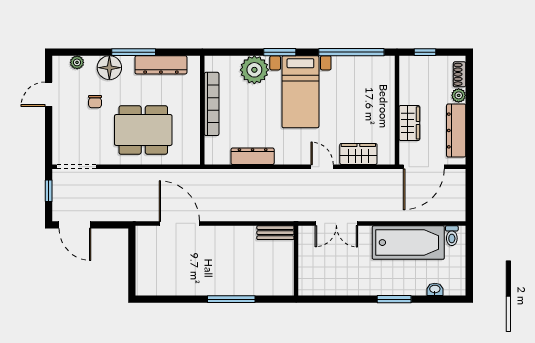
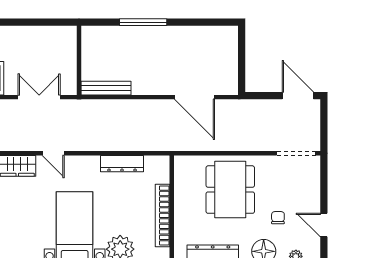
door: (49, 94) -> (324, 225), swing flipped
dining table: (143, 130) -> (230, 190), turned 90
window: (49, 191) -> (324, 129), removed
bench: (275, 233) -> (106, 88), width x1.36

